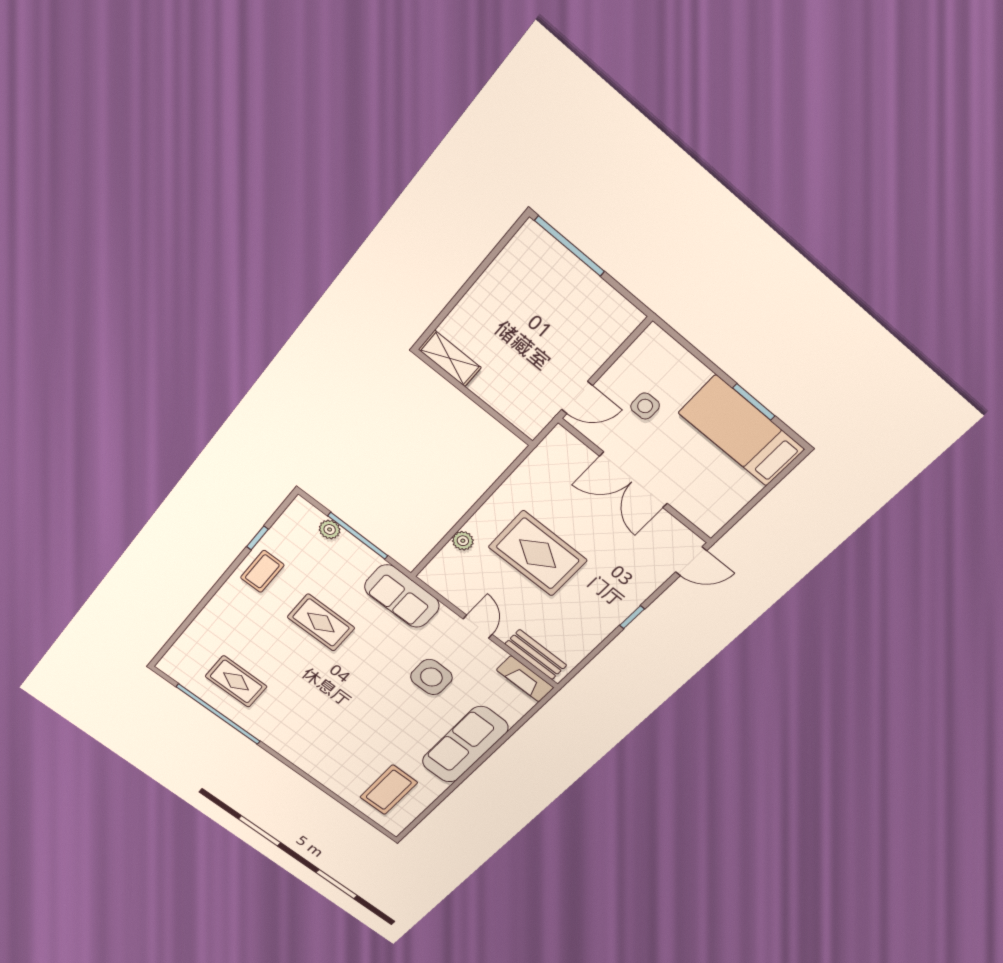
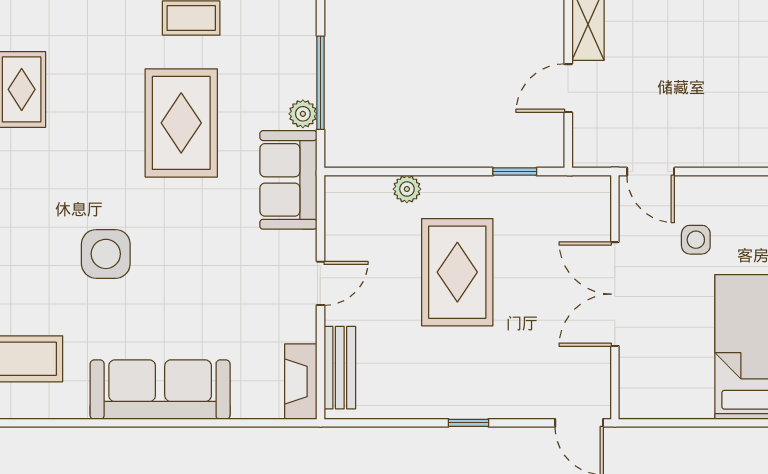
door: (481, 403) -> (568, 88), added
window: (506, 475) -> (515, 172), added
plant: (330, 530) -> (303, 114), moved
rug: (321, 623) -> (181, 123), width x1.36, depth x1.43
side table: (431, 677) -> (106, 254), moved

